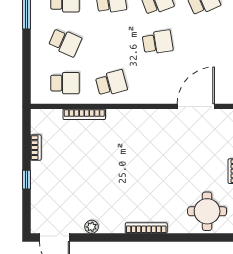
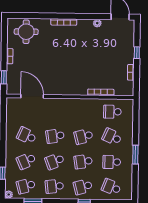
school desk: (204, 42) -> (27, 136), added
school desk: (111, 83) -> (84, 136), moved
door: (196, 106) -> (32, 96), swing flipped

